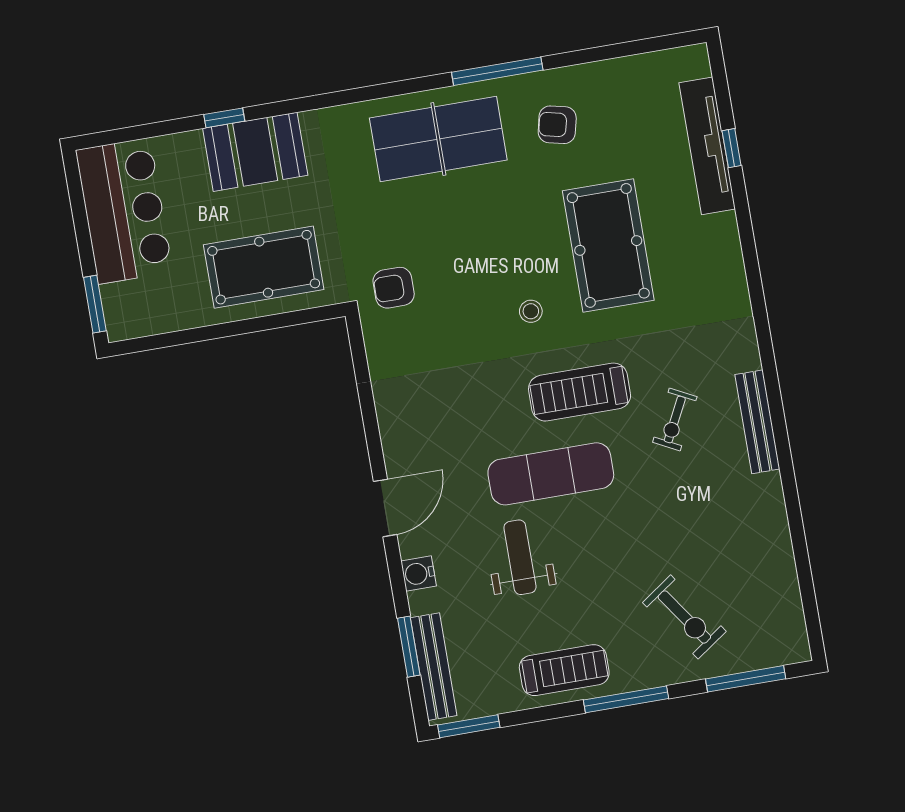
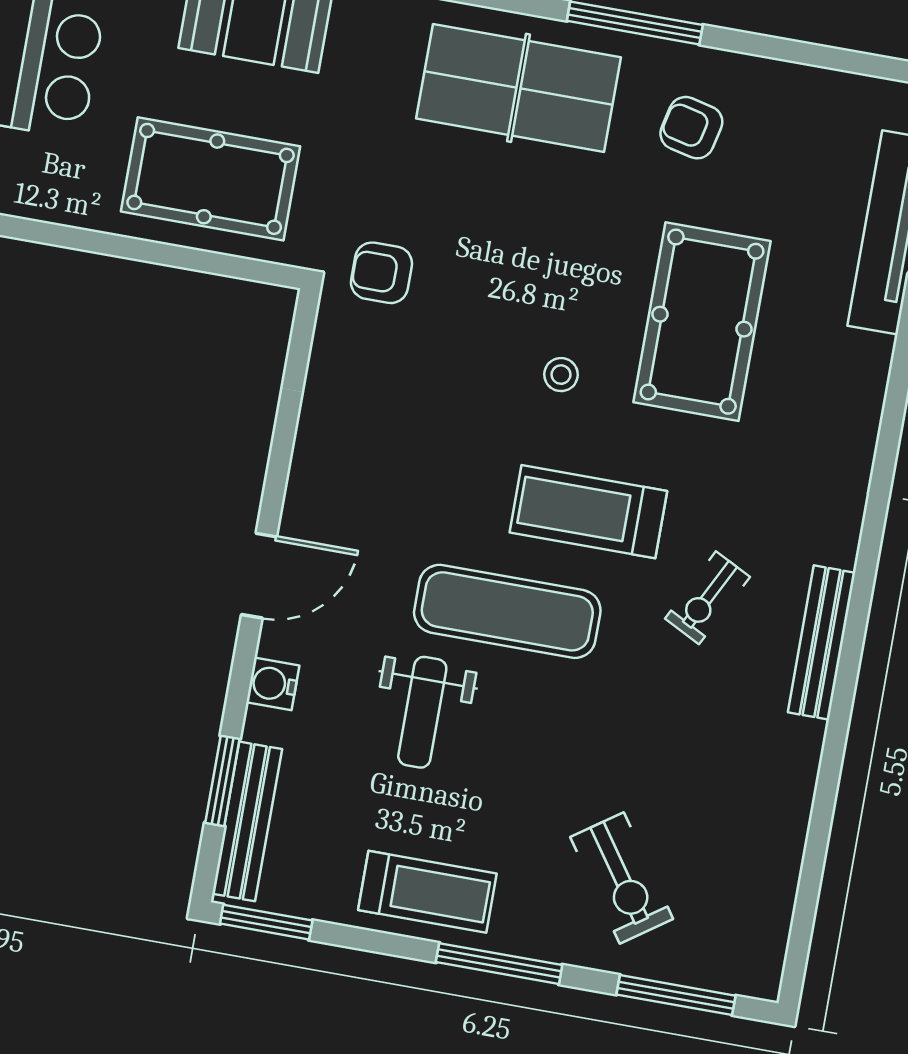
weight bench: (520, 557) -> (422, 712), turned 180

